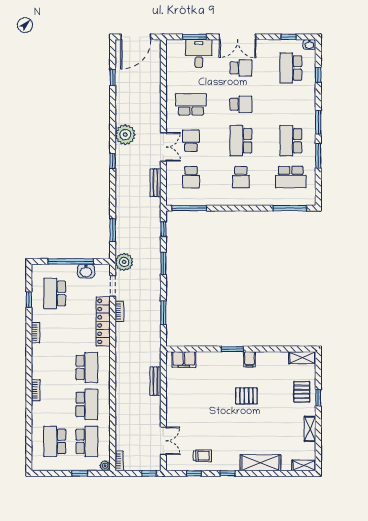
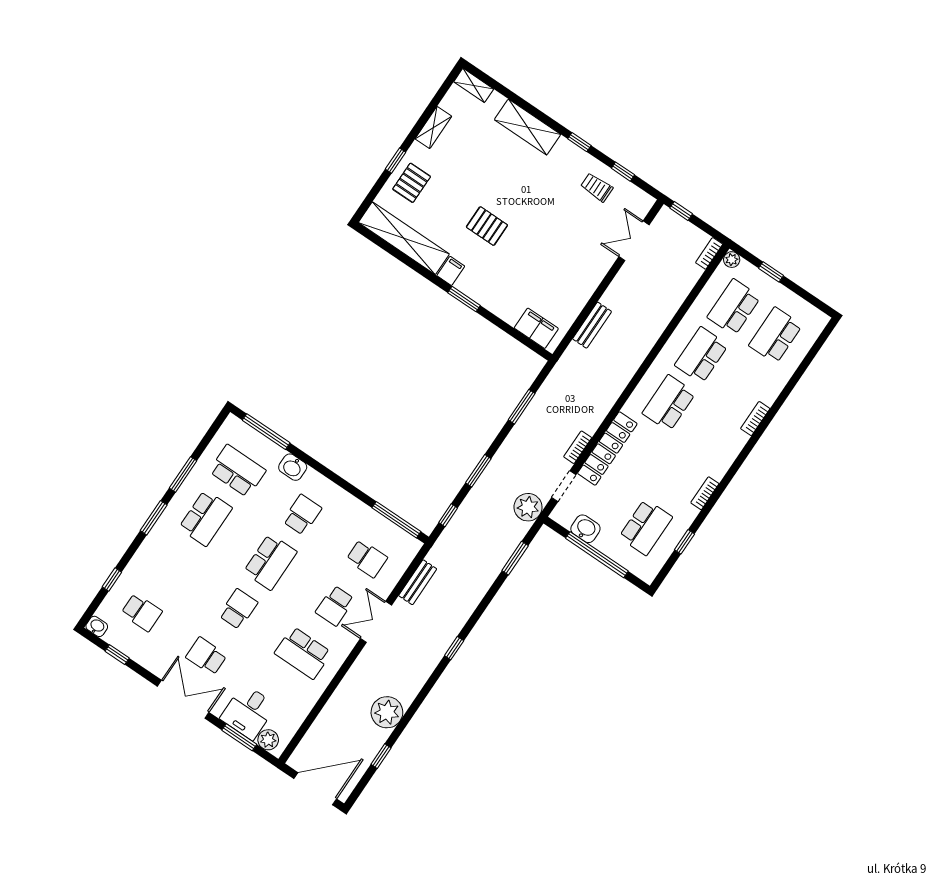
plant: (178, 46) -> (268, 740), added
school desk: (291, 68) -> (142, 612), width x0.54
school desk: (241, 104) -> (238, 609), turned 90
plant: (125, 135) -> (387, 712), moved
school desk: (191, 177) -> (367, 559), turned 90
washbasin: (263, 199) -> (293, 467), added
shelving: (302, 358) -> (404, 238), width x2.20, depth x1.33
school desk: (55, 441) -> (775, 335), turned 180

